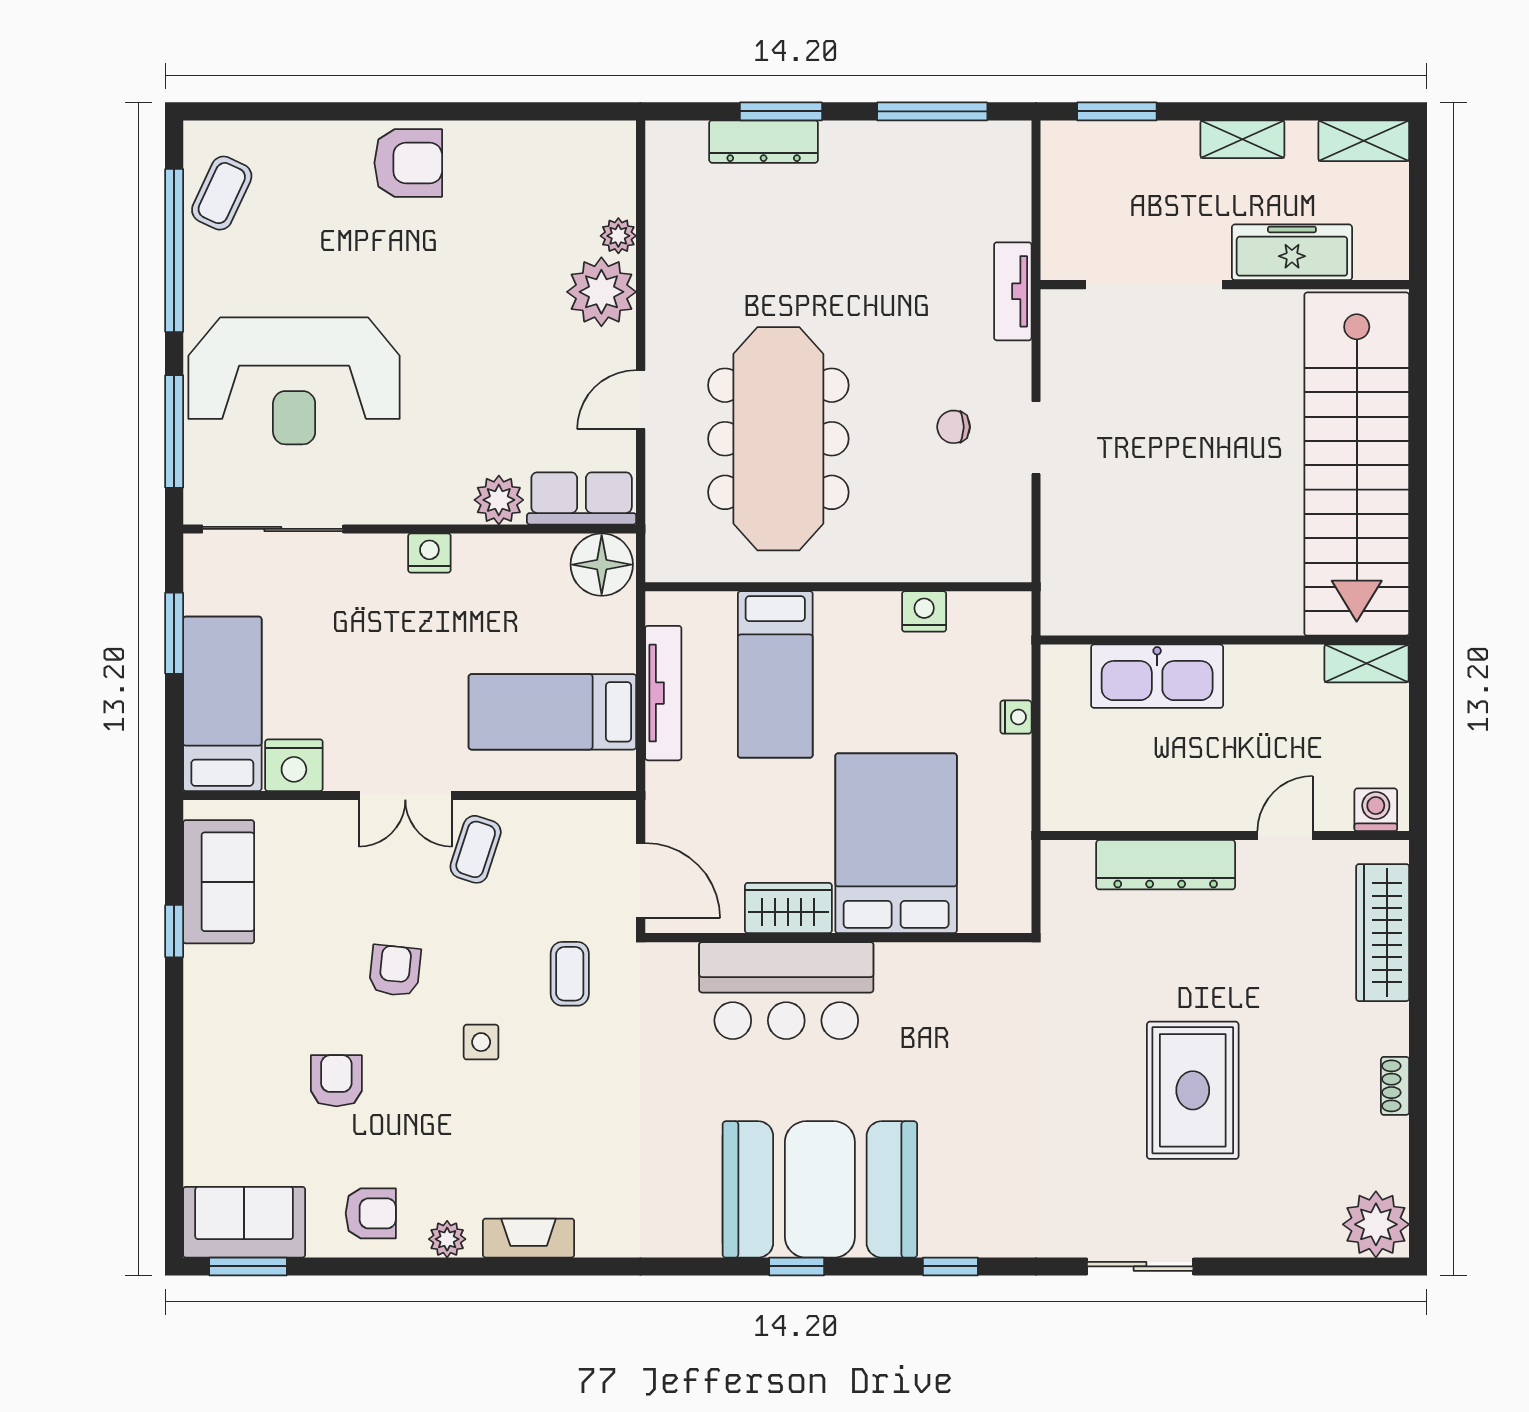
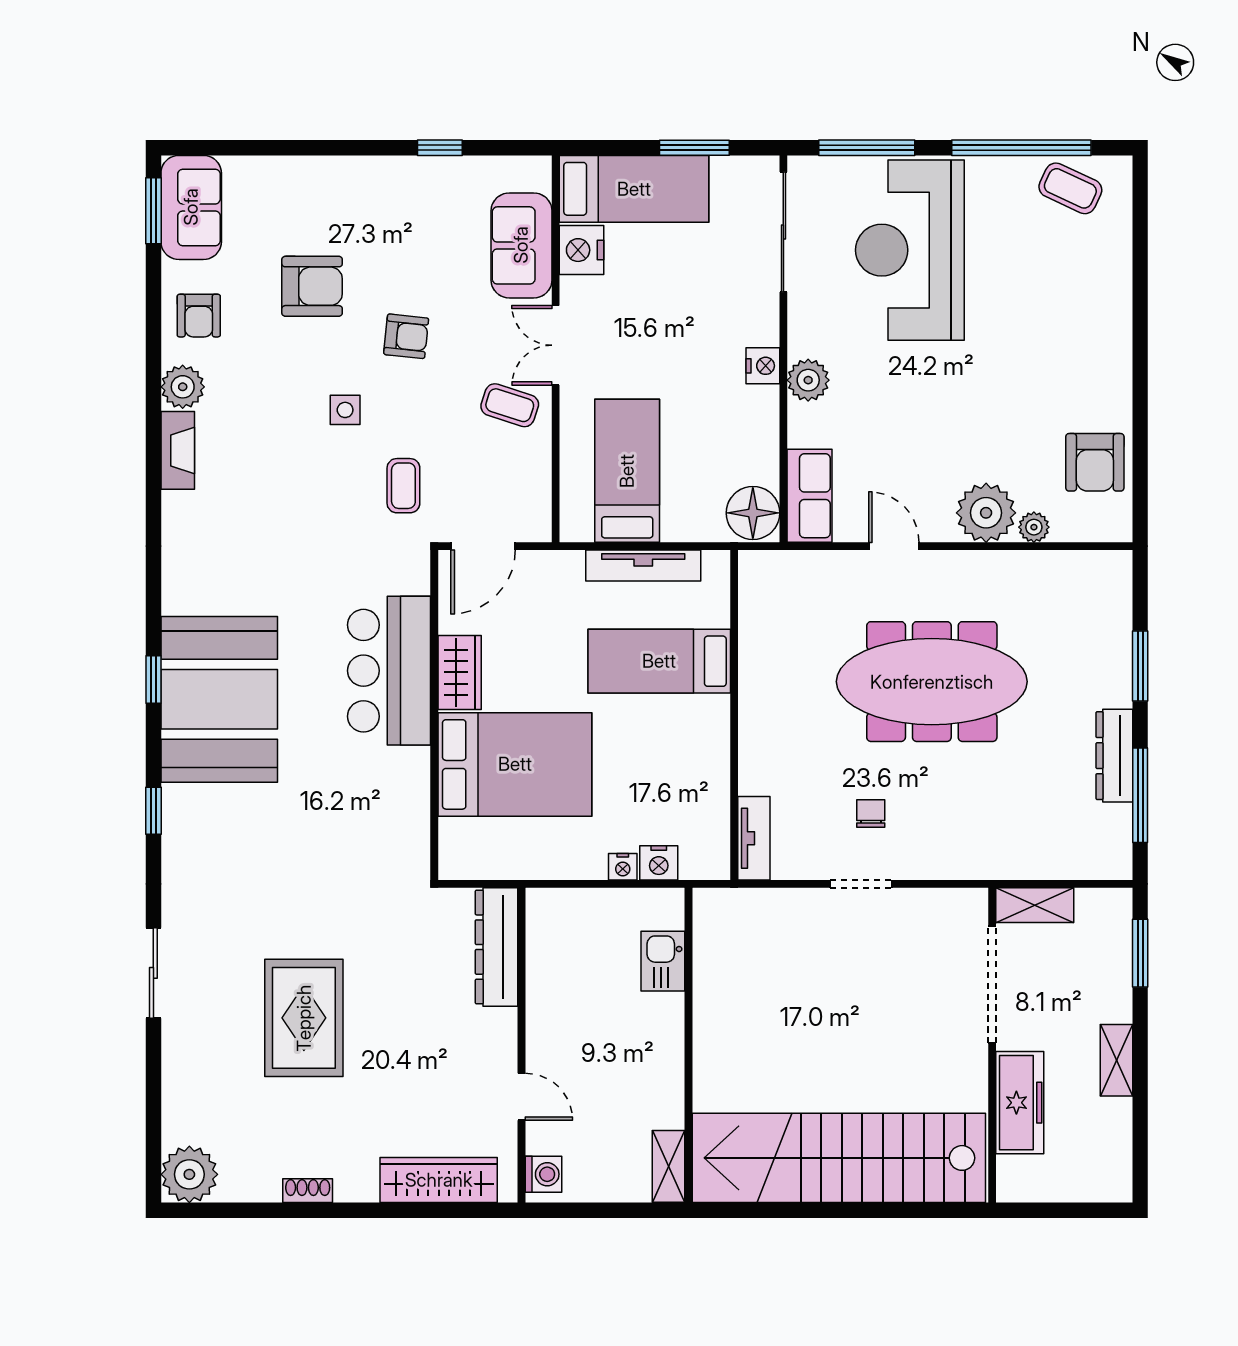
shelving: (1364, 141) -> (1035, 905), moved, turned 90
dresser: (764, 142) -> (1114, 756), moved
armchair: (408, 163) -> (1095, 462), moved
tv unit: (1013, 291) -> (754, 838), moved, turned 90
meeting table: (778, 439) -> (932, 682), moved
plant: (499, 500) -> (808, 380), moved
nightstand: (924, 611) -> (659, 863), moved, turned 90
kitchen sink: (1157, 676) -> (663, 961), width x0.53, depth x0.81
dresser: (1166, 865) -> (497, 947), moved
sofa: (219, 882) -> (521, 245), moved, turned 90
coffee table: (570, 974) -> (403, 486), turned 90
armchair: (336, 1081) -> (312, 286), width x1.38, depth x1.38
rug: (1193, 1090) -> (304, 1018), turned 90
plant: (447, 1239) -> (183, 387), width x1.38, depth x1.38

